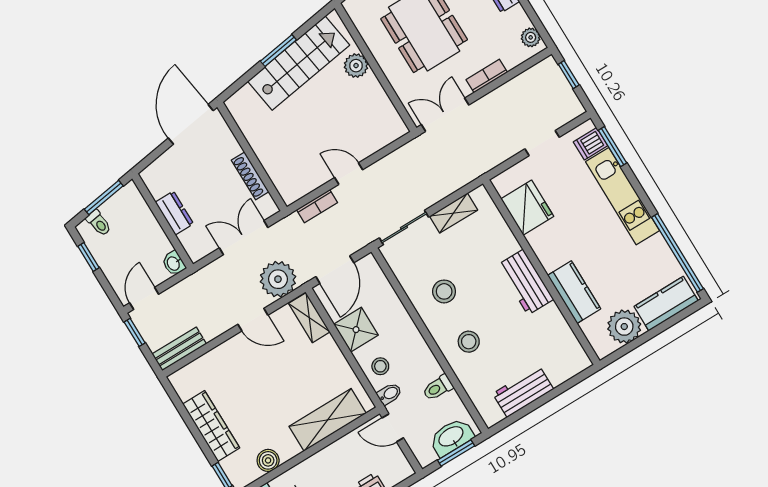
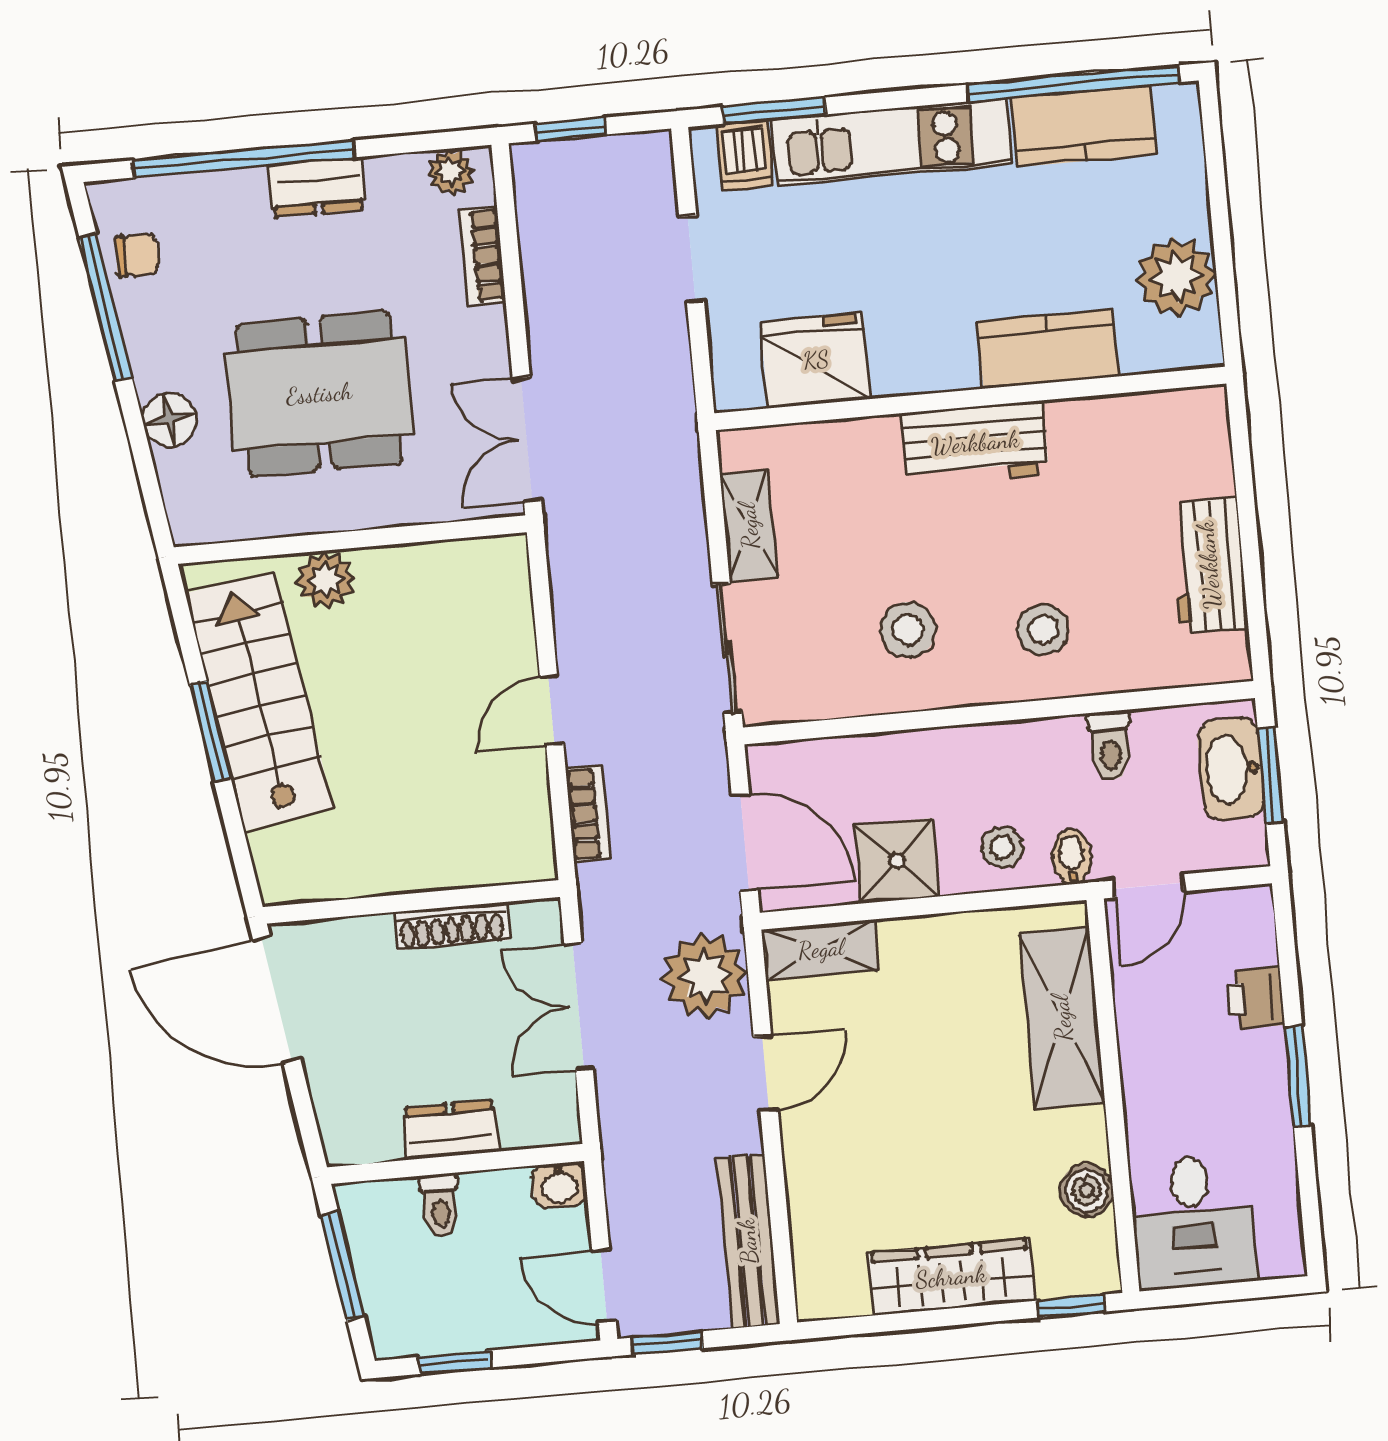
bookcase: (487, 76) -> (483, 256), moved
toilet: (99, 223) -> (440, 1205), moved, turned 99
kitchen counter: (666, 304) -> (1084, 126), moved, turned -90
bench: (179, 349) -> (748, 1241), width x1.36

